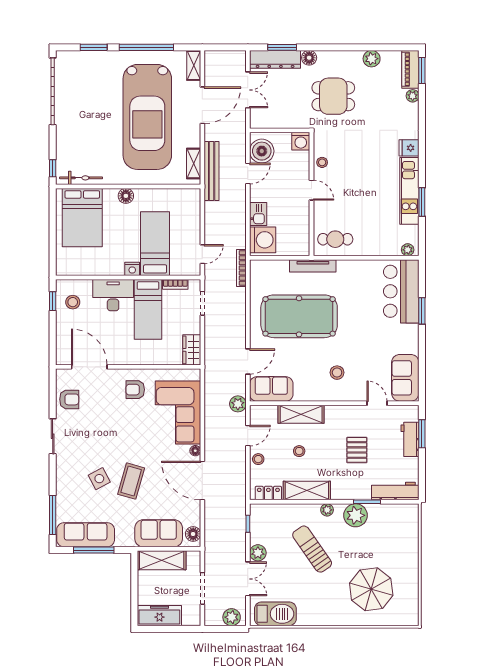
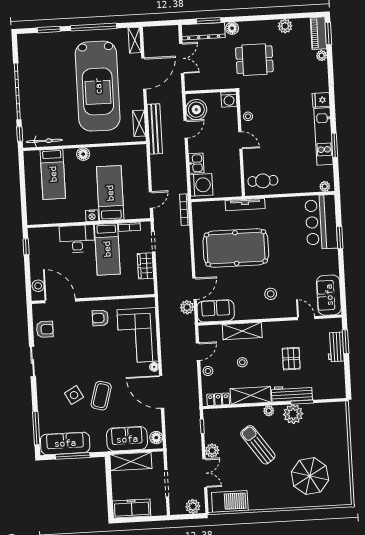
garage door: (53, 91) -> (17, 91), moved
bed: (82, 218) -> (53, 174), width x0.67
stool: (73, 302) -> (38, 286), moved
wardrobe: (192, 350) -> (146, 266), moved
plant: (238, 404) -> (187, 307), moved
workbench: (395, 491) -> (292, 394), moved

